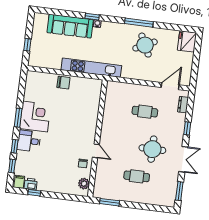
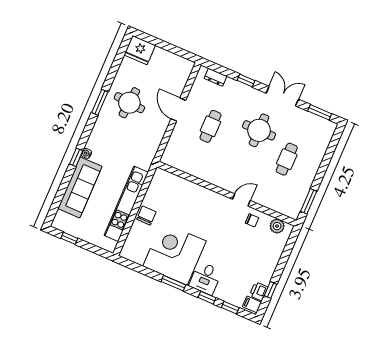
window: (139, 23) -> (100, 102), width x0.69
window: (27, 45) -> (69, 238), moved
round table: (145, 45) -> (129, 103), turned 31
kitchen unit: (91, 68) -> (126, 204), moved
door: (170, 86) -> (178, 110), moved
corner desk: (35, 117) -> (175, 254), width x1.36, depth x1.36

